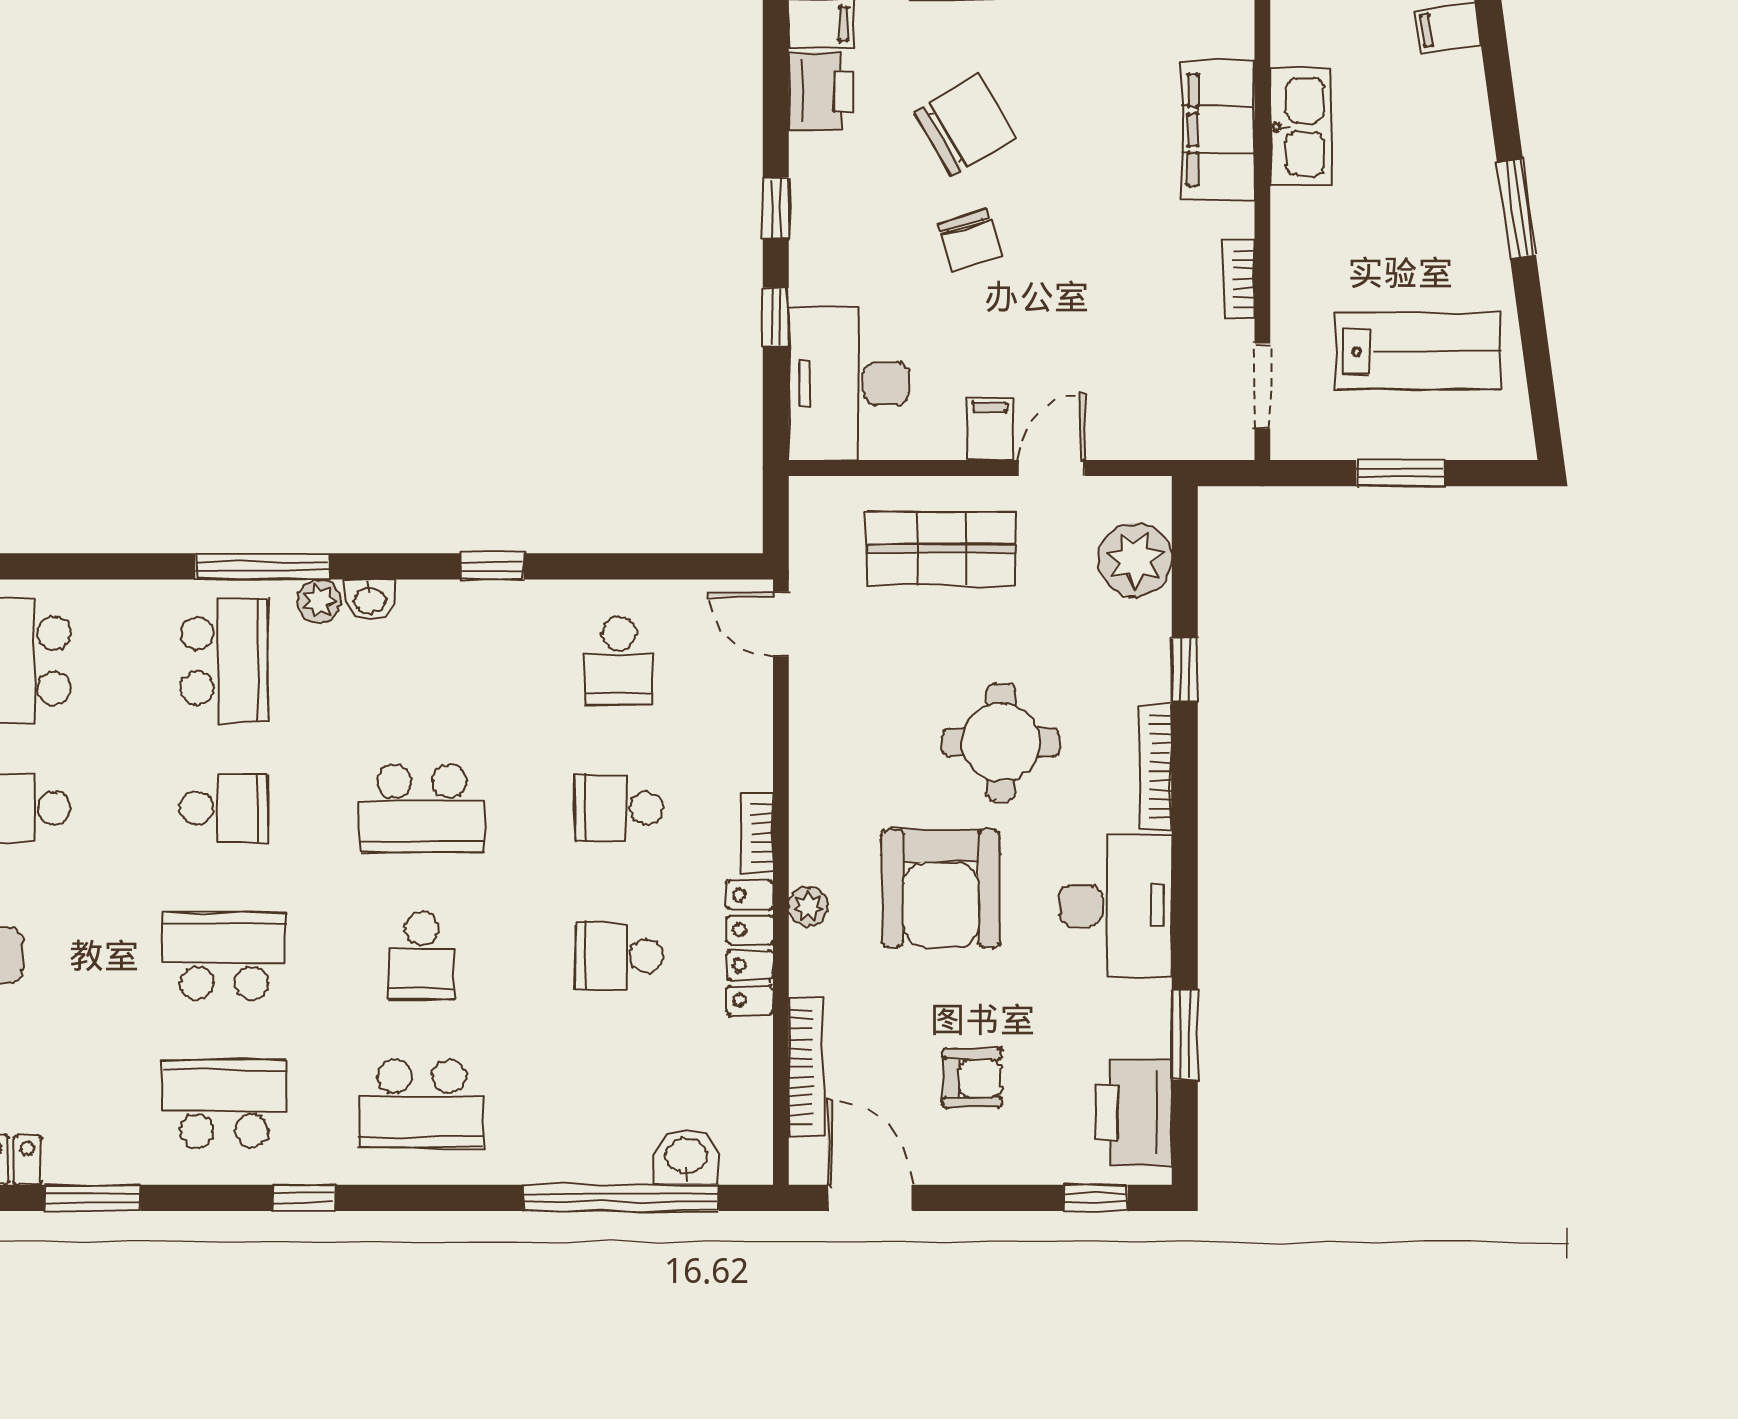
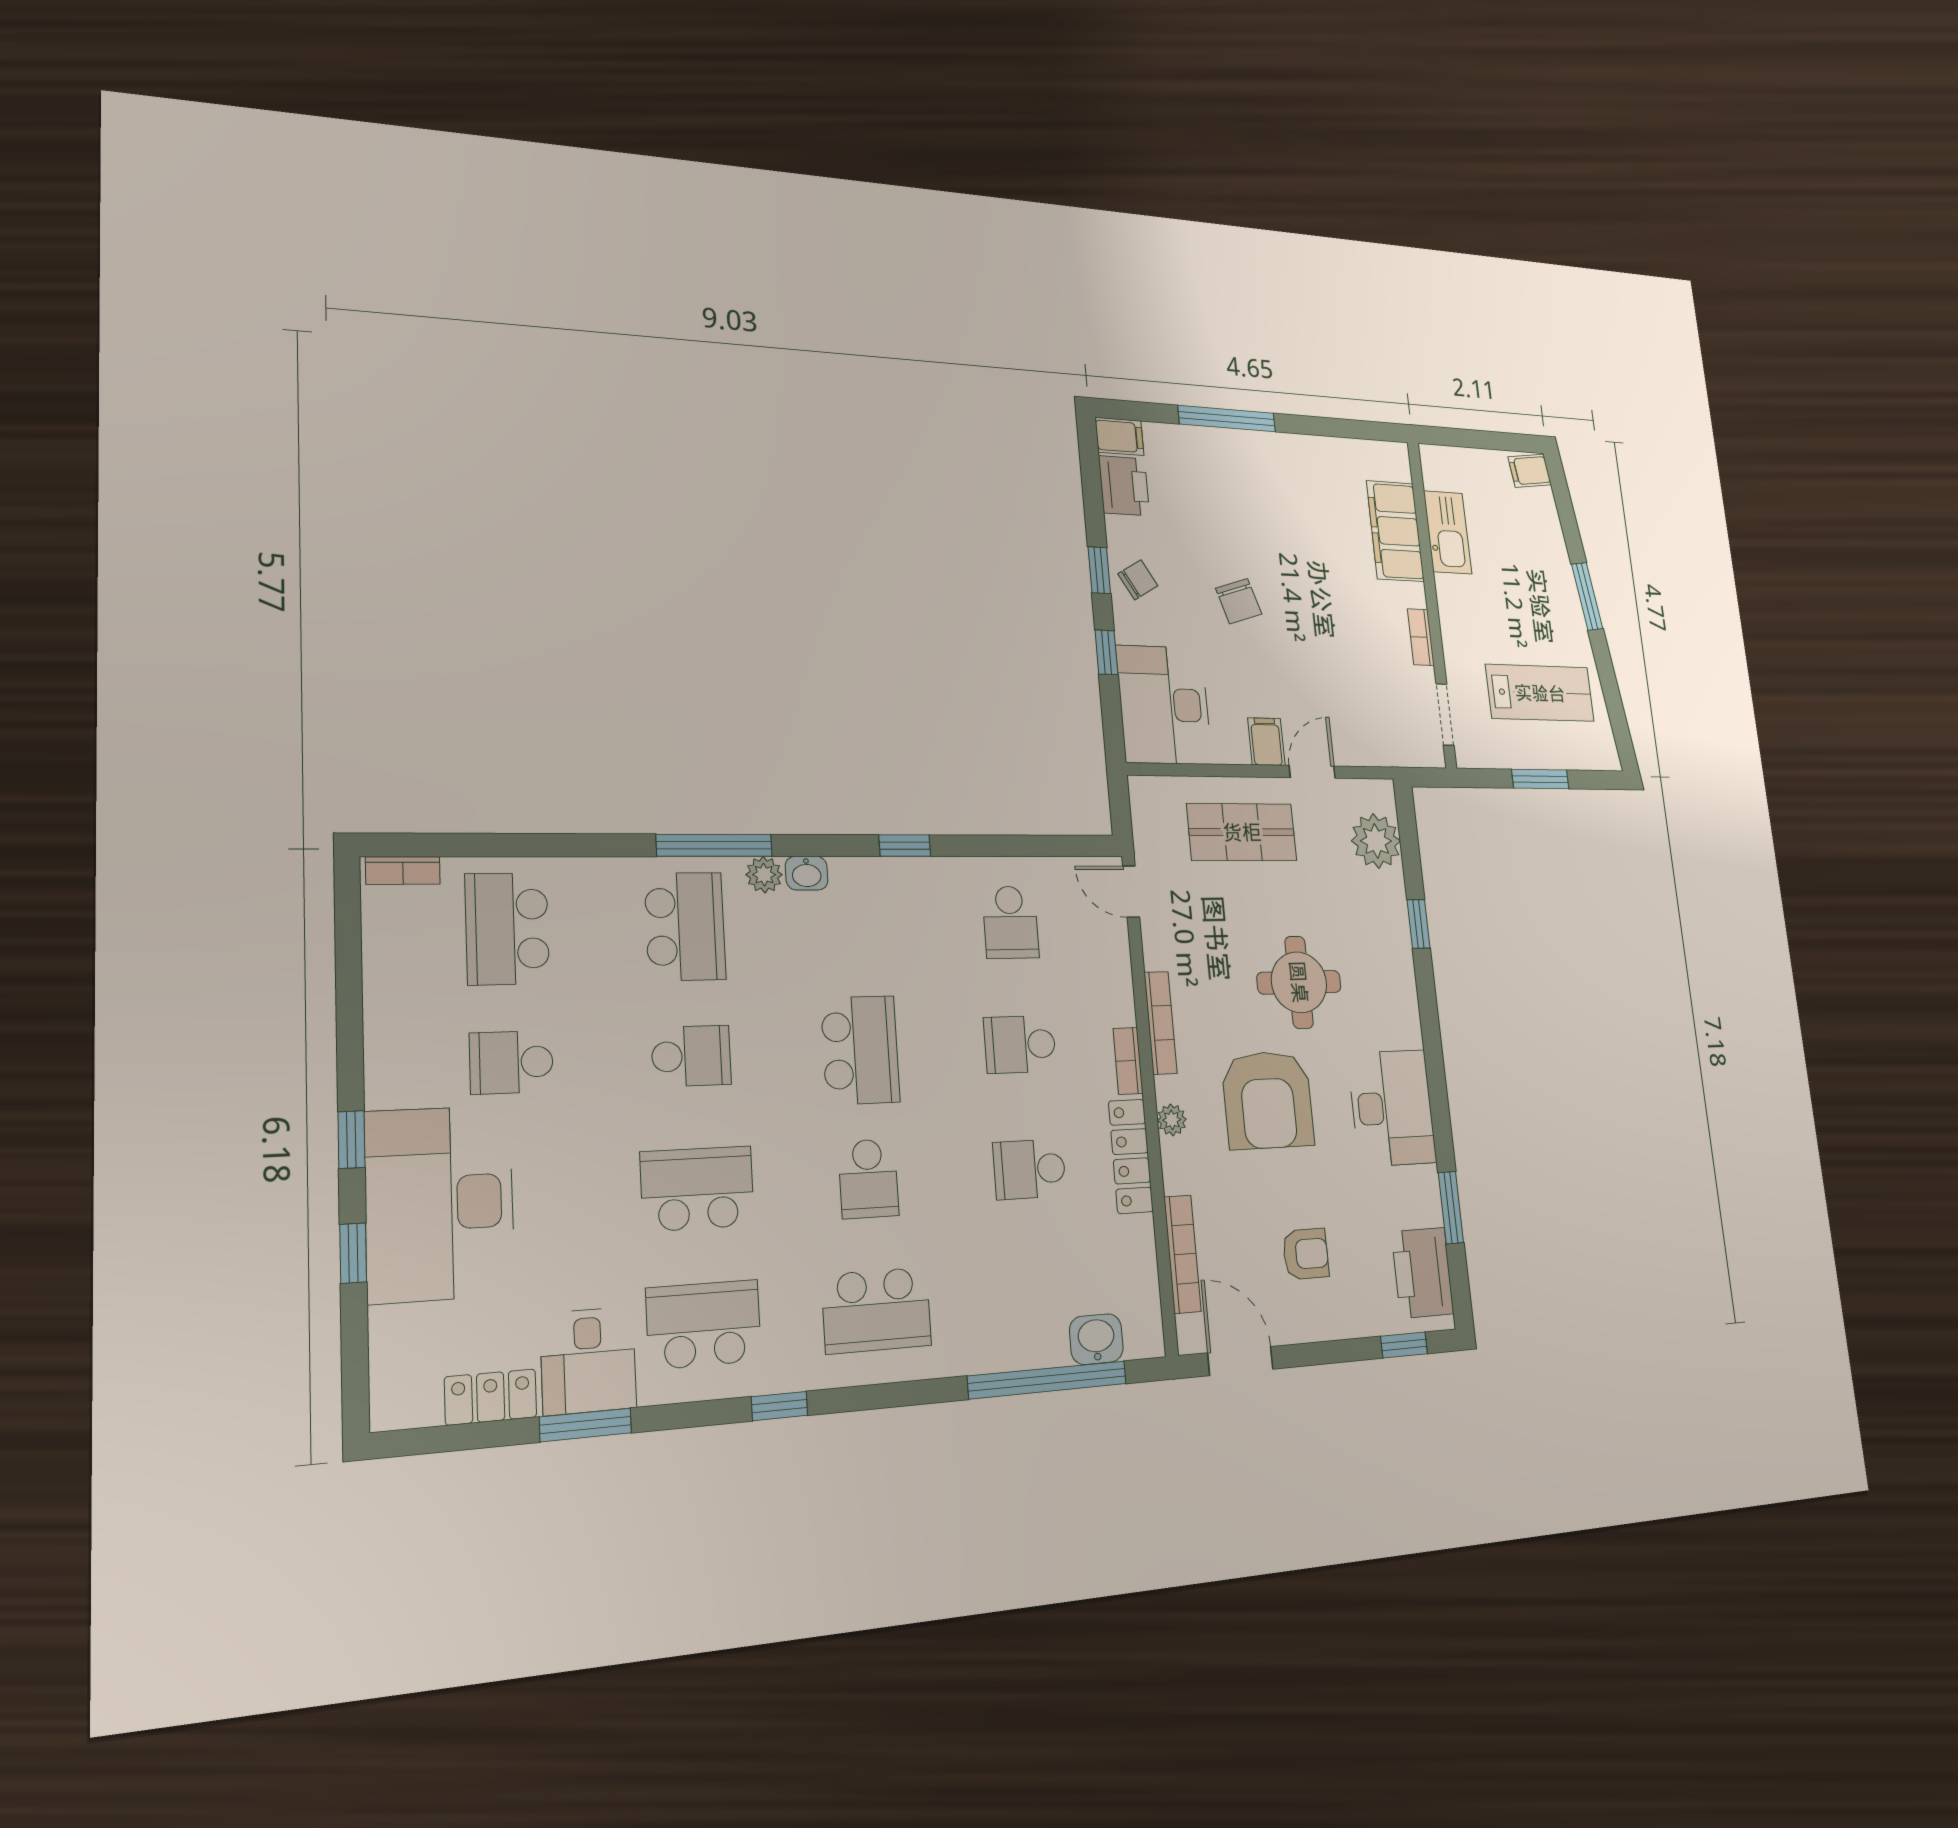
chair: (965, 125) -> (1138, 580), moved, width x0.54, depth x0.54
bookcase: (1156, 767) -> (1161, 1023), moved, turned 180
school desk: (422, 808) -> (860, 1050), turned -90
desk: (98, 1132) -> (588, 1361), added

